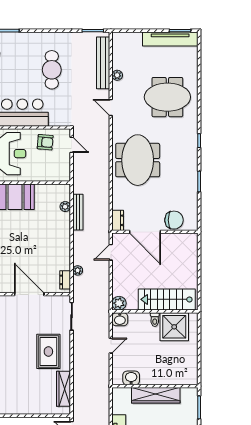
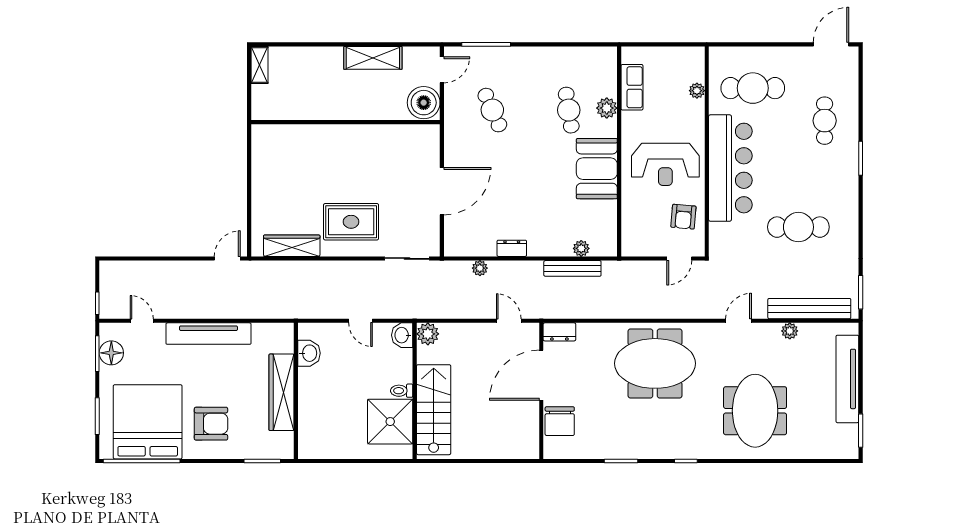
tv unit: (170, 39) -> (847, 379), moved
dresser: (65, 280) -> (512, 248), moved

